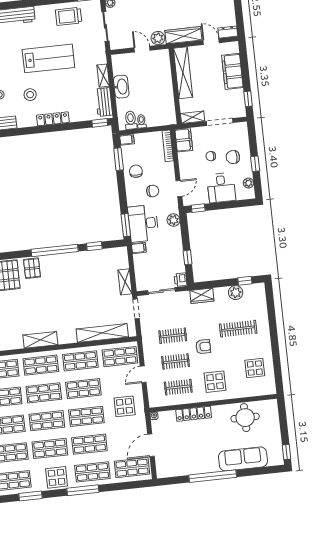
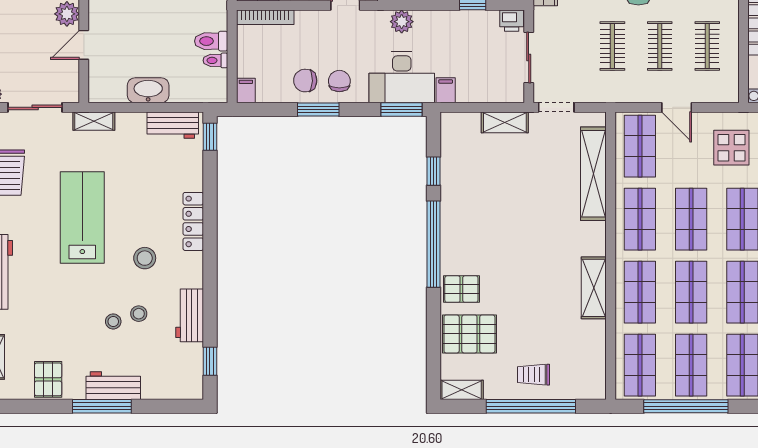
shelving: (103, 76) -> (94, 121), moved
toilet: (131, 120) -> (211, 41), moved
window: (119, 159) -> (318, 110), moved
chair: (153, 191) -> (339, 81), moved

